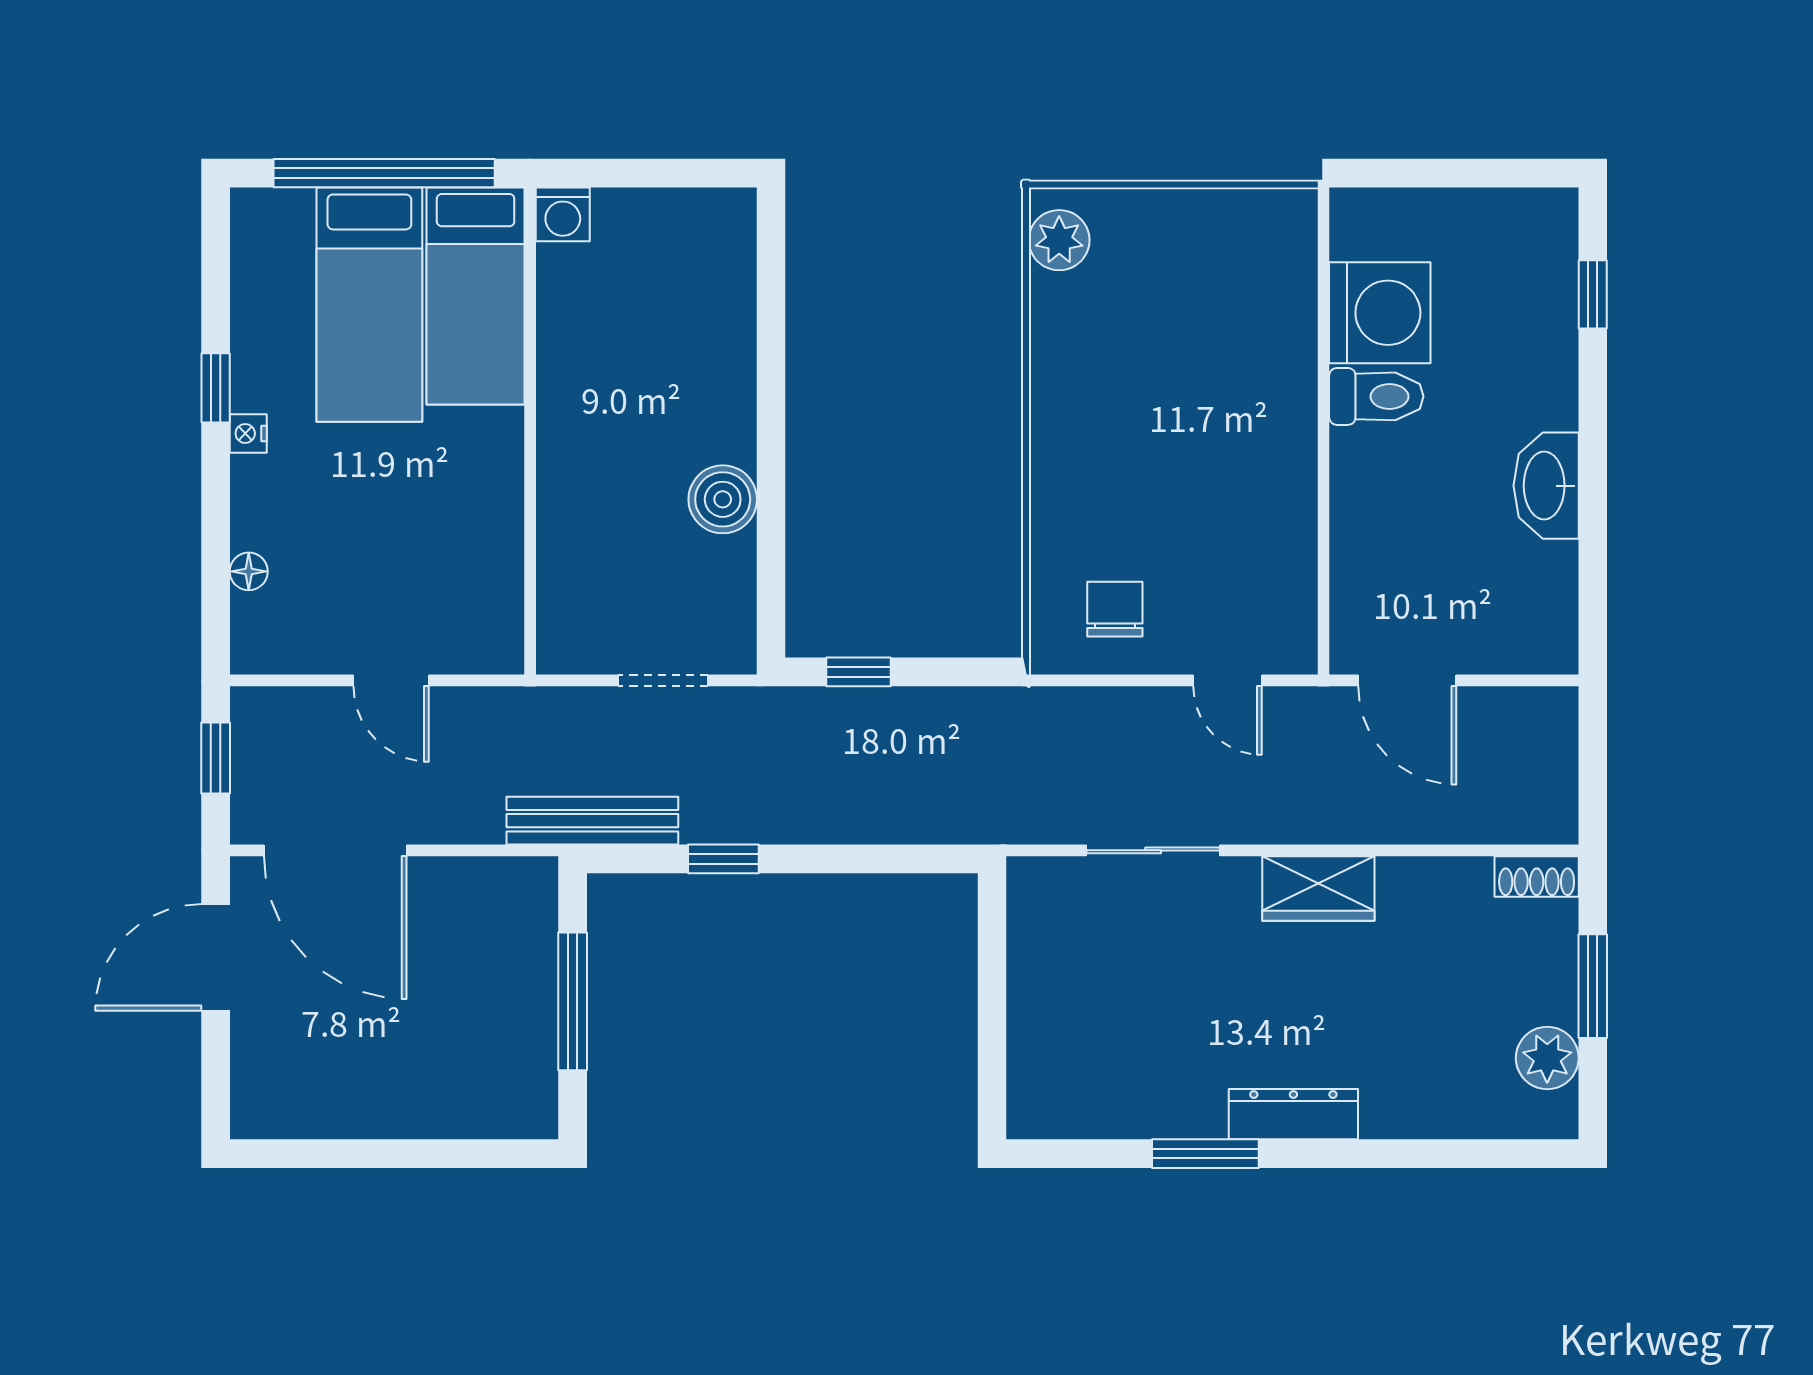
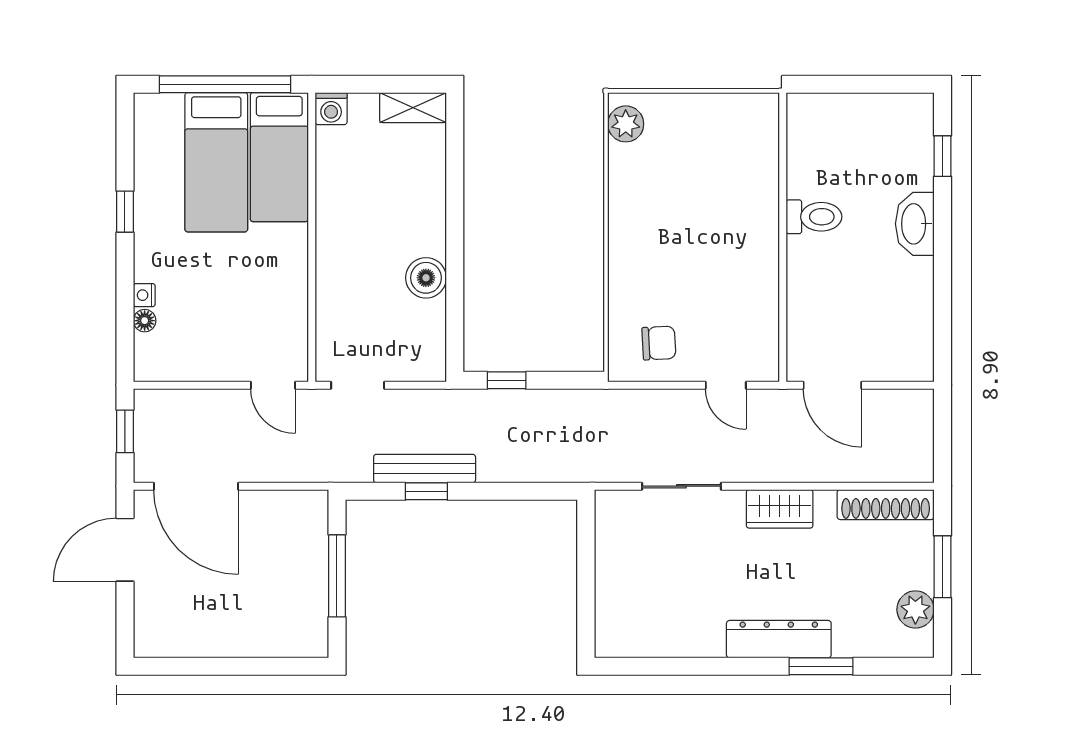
shelving: (701, 213) -> (413, 108), added
washing machine: (1380, 313) -> (816, 167), removed
nightstand: (248, 433) -> (144, 295), moved
washbasin: (1546, 486) -> (915, 224), moved
chair: (1115, 609) -> (659, 343), turned 87
door: (391, 680) -> (273, 385), moved
doorway: (663, 680) -> (358, 385), moved
bench: (592, 821) -> (425, 469), moved
shoe rack: (1537, 876) -> (886, 505), width x1.94, depth x1.24
dresser: (1293, 1114) -> (779, 639), width x1.37, depth x1.24
window: (1205, 1154) -> (821, 666), moved

